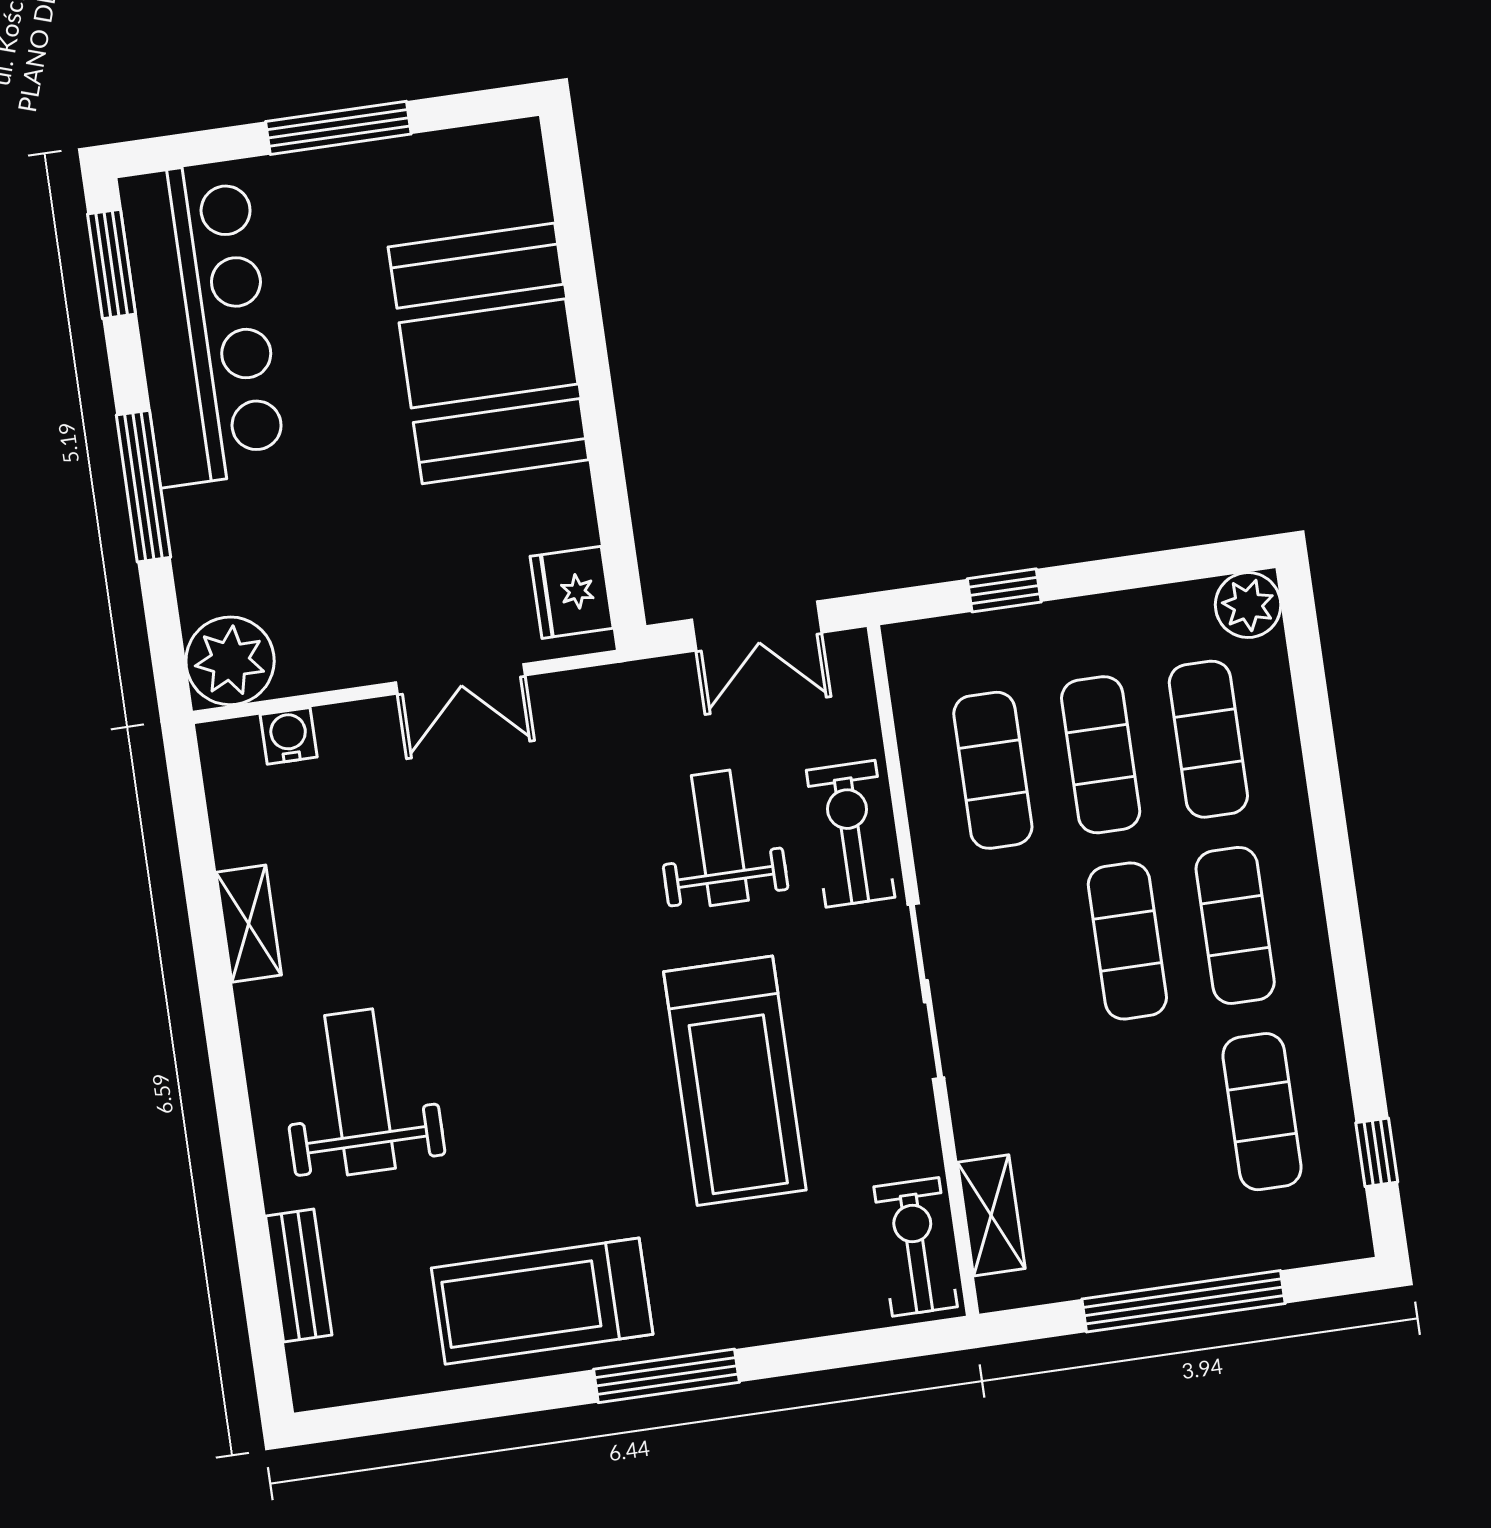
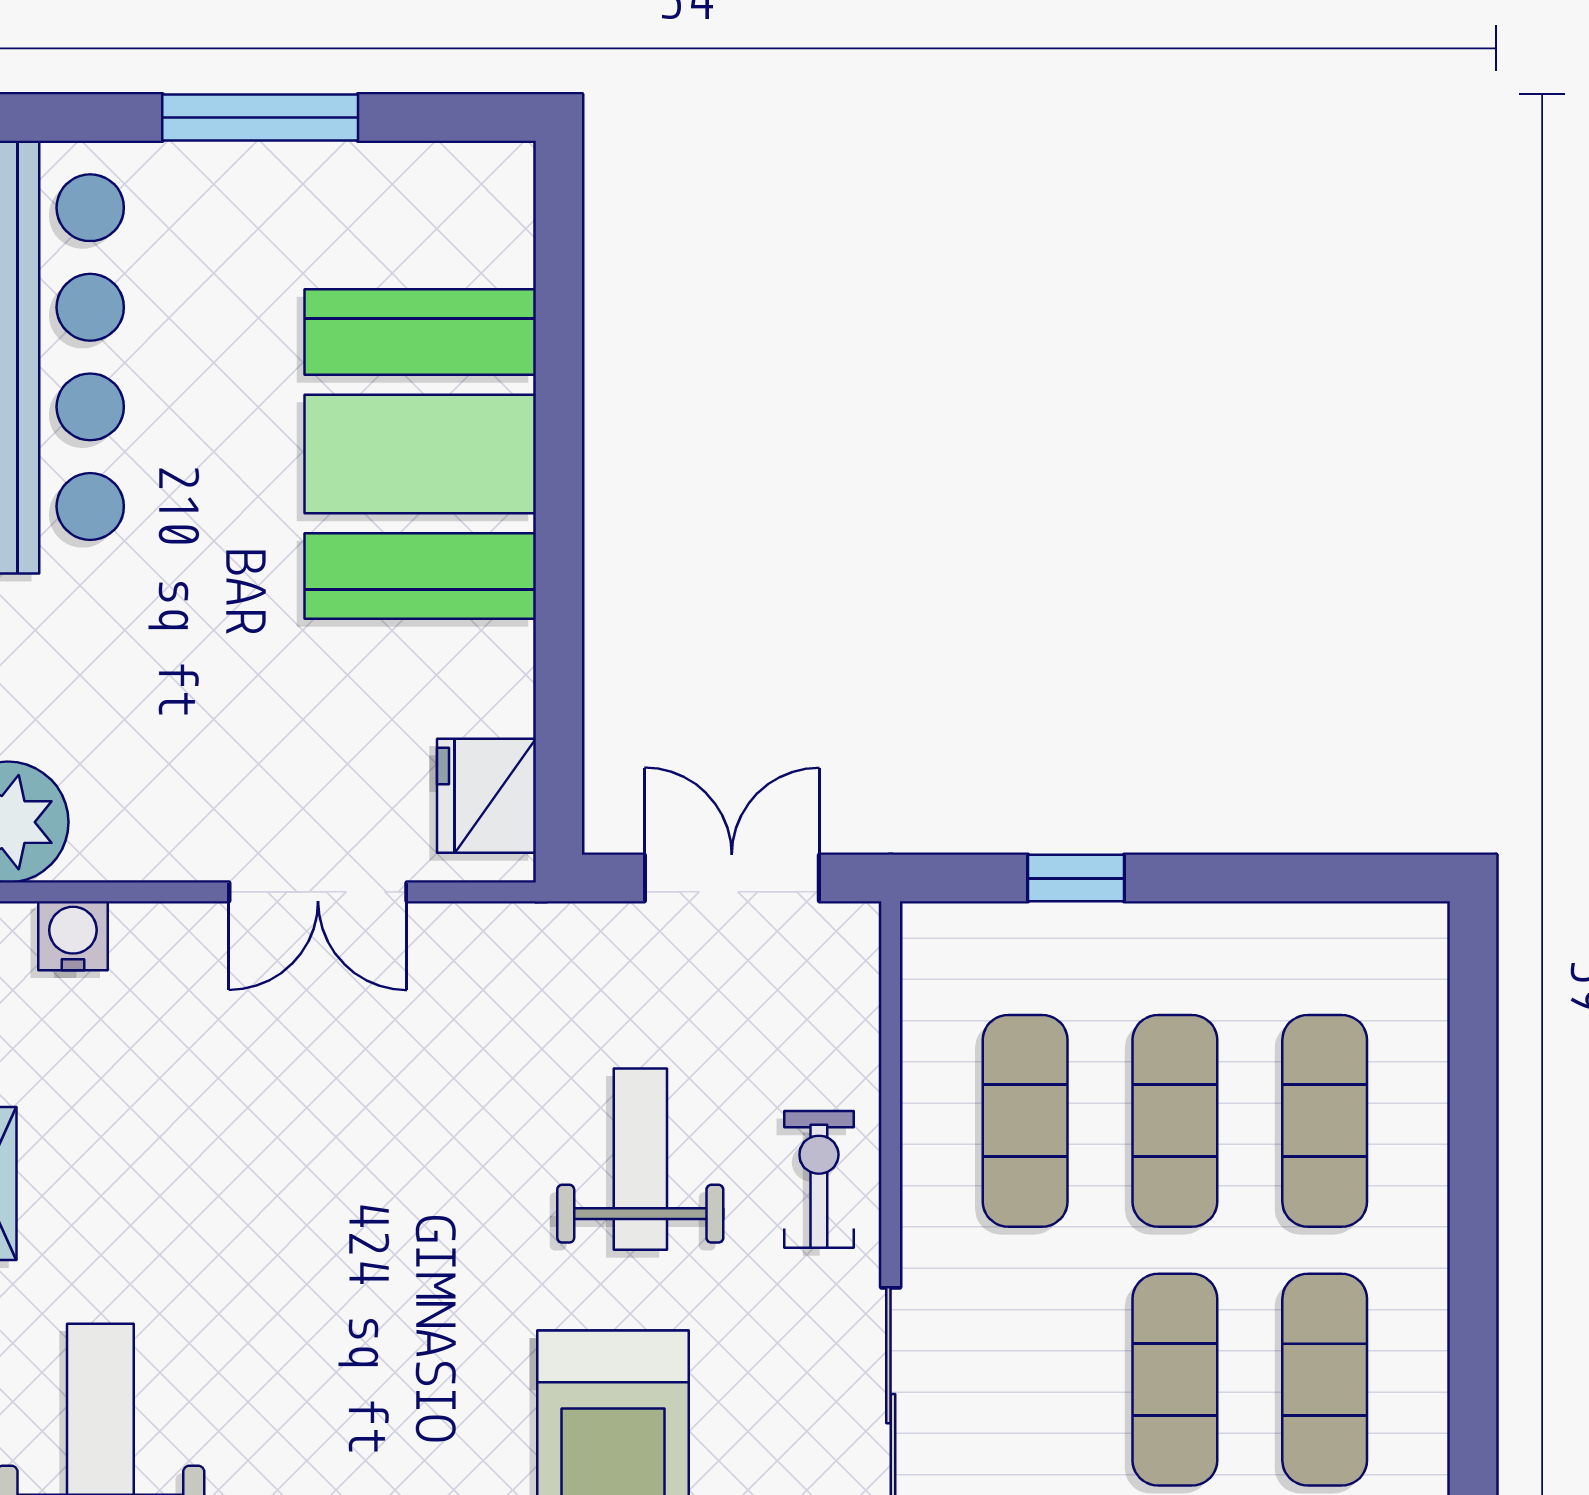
plant: (1248, 605) -> (1405, 946), removed
double door: (757, 626) -> (732, 878), swing flipped
exercise bike: (851, 834) -> (819, 1179), width x0.73, depth x0.72

